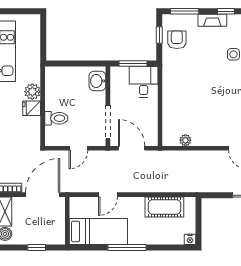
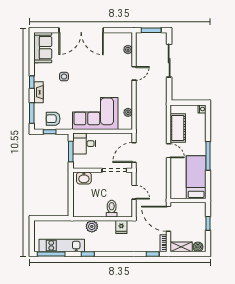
corner sofa: (184, 96) -> (95, 113), added
fridge: (32, 108) -> (121, 227), moved
door: (108, 195) -> (169, 151), moved

